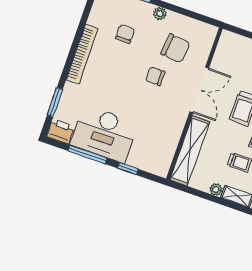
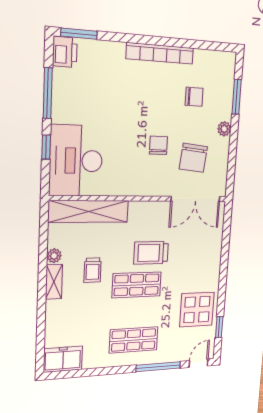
double door: (199, 90) -> (196, 199), moved
window: (55, 102) -> (79, 34), moved
desk: (104, 134) -> (76, 161), moved

